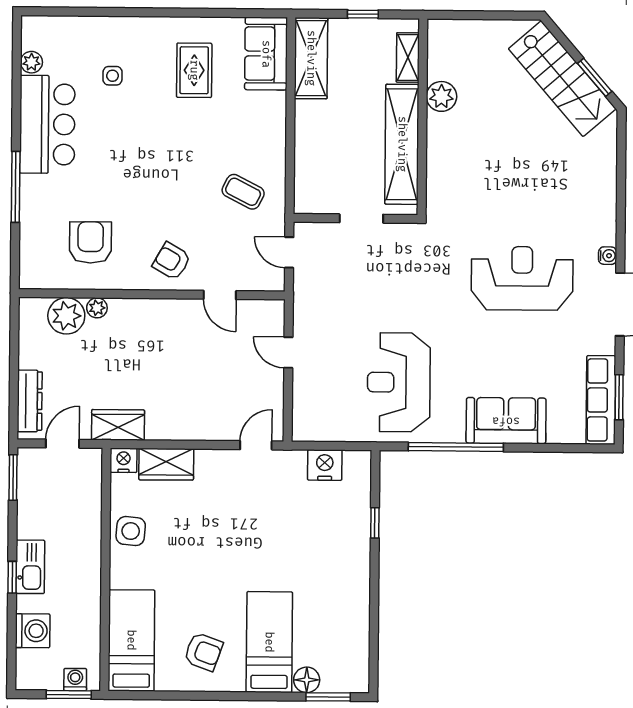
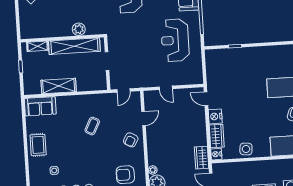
shelving: (311, 58) -> (59, 86), moved
rug: (194, 70) -> (38, 145), moved, turned 90
plant: (441, 96) -> (79, 29), moved
coffee table: (243, 192) -> (92, 126), moved
door: (288, 353) -> (166, 88), hinge flipped
reception desk: (399, 382) -> (175, 40), turned 90
nightstand: (325, 465) -> (215, 116), moved

